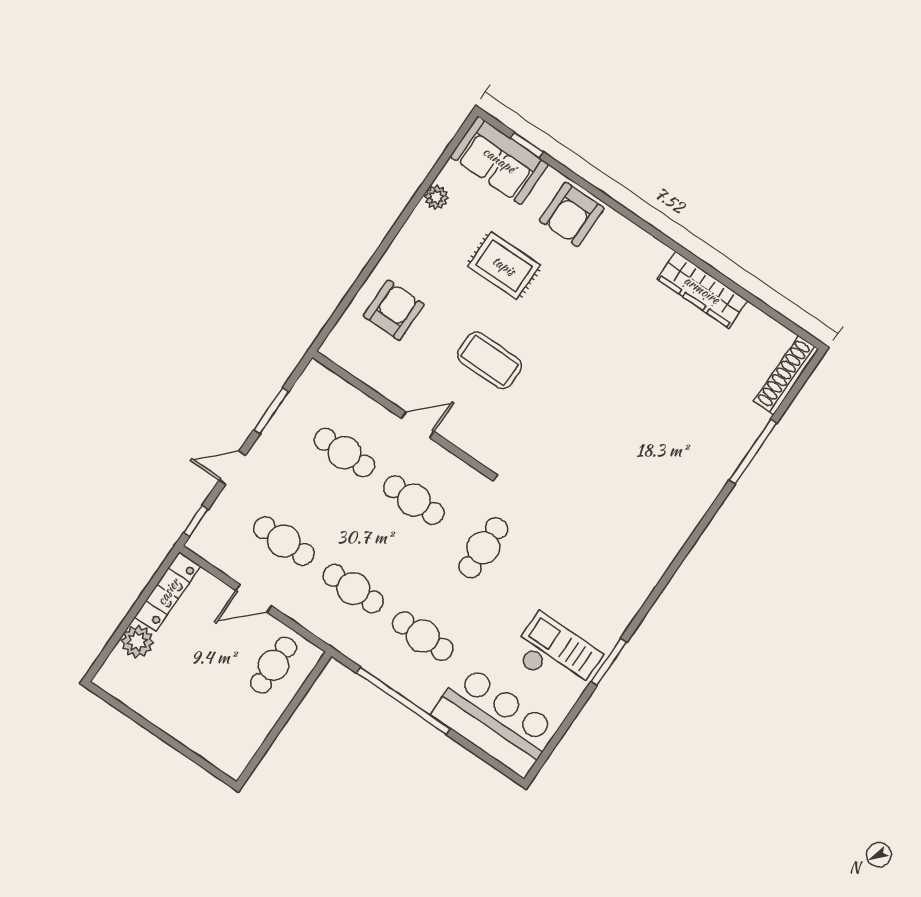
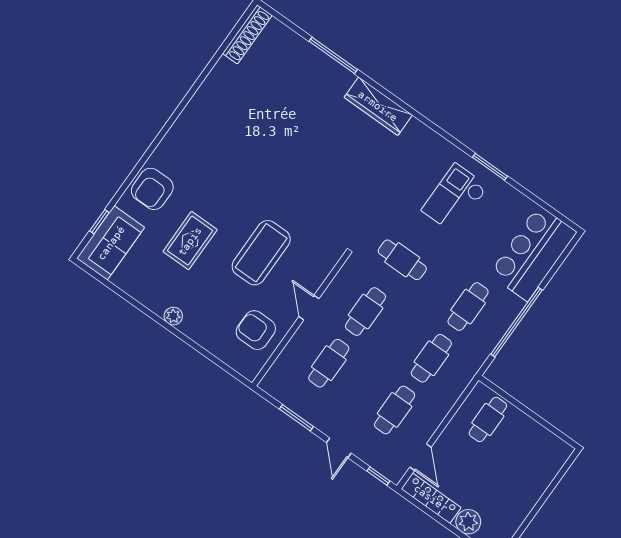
plant: (436, 197) -> (173, 316), moved
armchair: (572, 214) -> (152, 189), turned 90
wardrobe: (702, 290) -> (378, 106), moved, turned 90
armchair: (394, 310) -> (256, 330), moved
coffee table: (489, 360) -> (261, 253), width x1.36, depth x1.32
shoe rack: (786, 375) -> (247, 34), moved, turned -90
door: (254, 598) -> (420, 457), moved
checkout: (556, 655) -> (455, 198), moved
cafe table: (273, 665) -> (488, 419), turned 90

